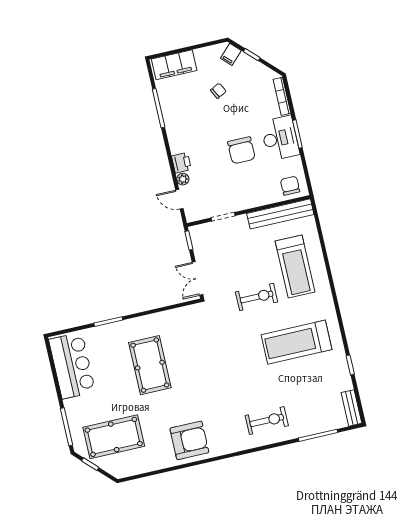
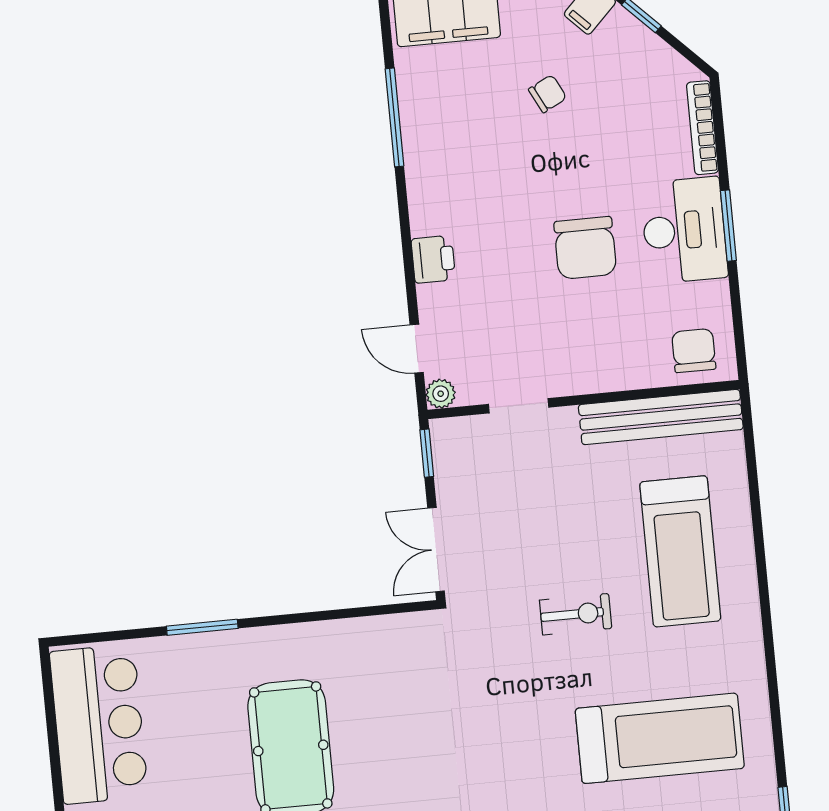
plant: (183, 179) -> (441, 394), moved
exercise bike: (257, 297) -> (576, 614), width x0.73, depth x0.72
treadmill: (297, 342) -> (660, 738), turned 180

